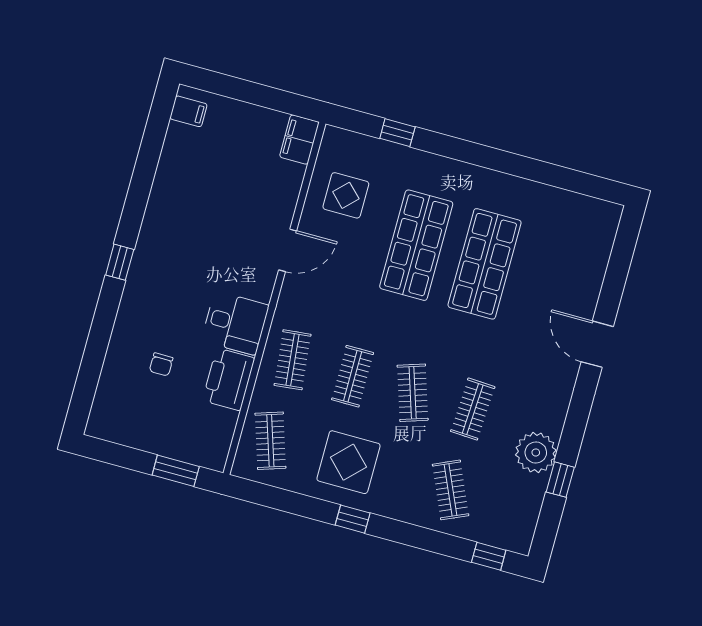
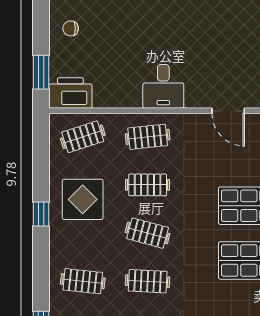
chair: (161, 364) -> (71, 28), moved
printer: (229, 379) -> (70, 93), moved
clothes rail: (413, 393) -> (148, 233), turned 33
clothes rail: (451, 490) -> (83, 281), turned 30

